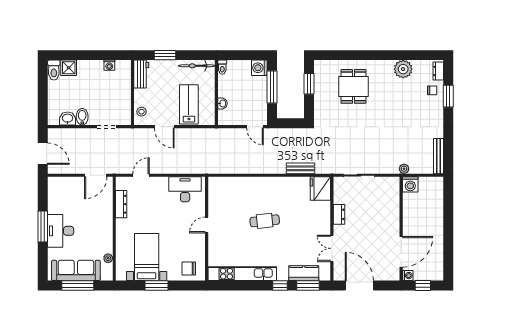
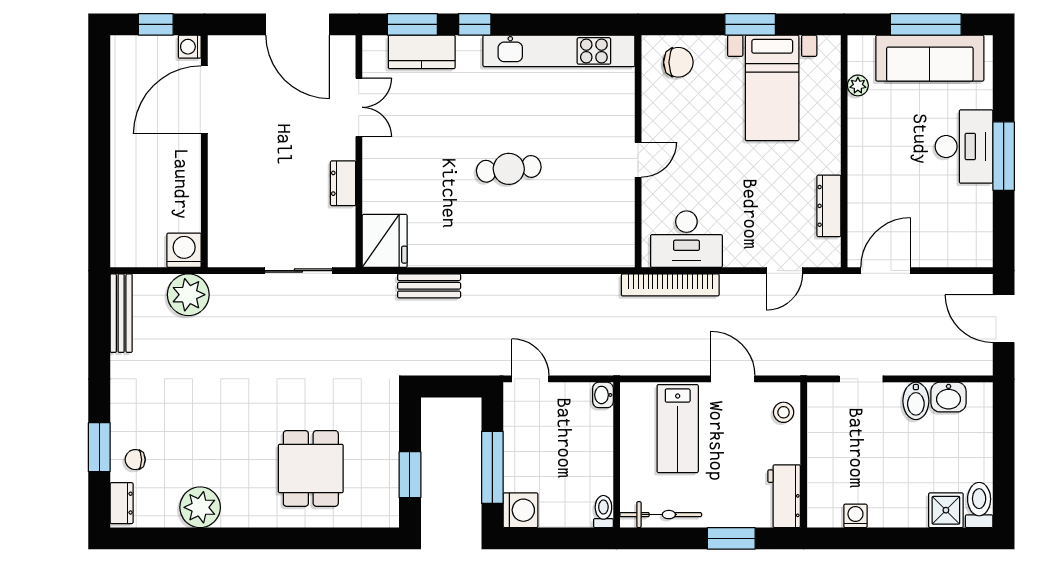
washbasin: (222, 103) -> (603, 395), moved
bookcase: (192, 169) -> (670, 285), added
plant: (404, 169) -> (188, 295), width x1.88, depth x1.88

